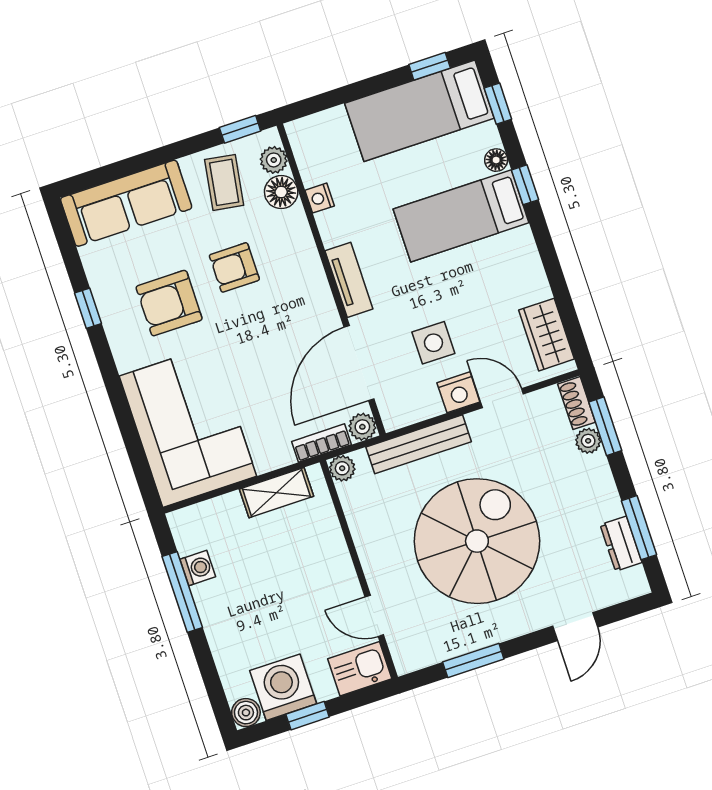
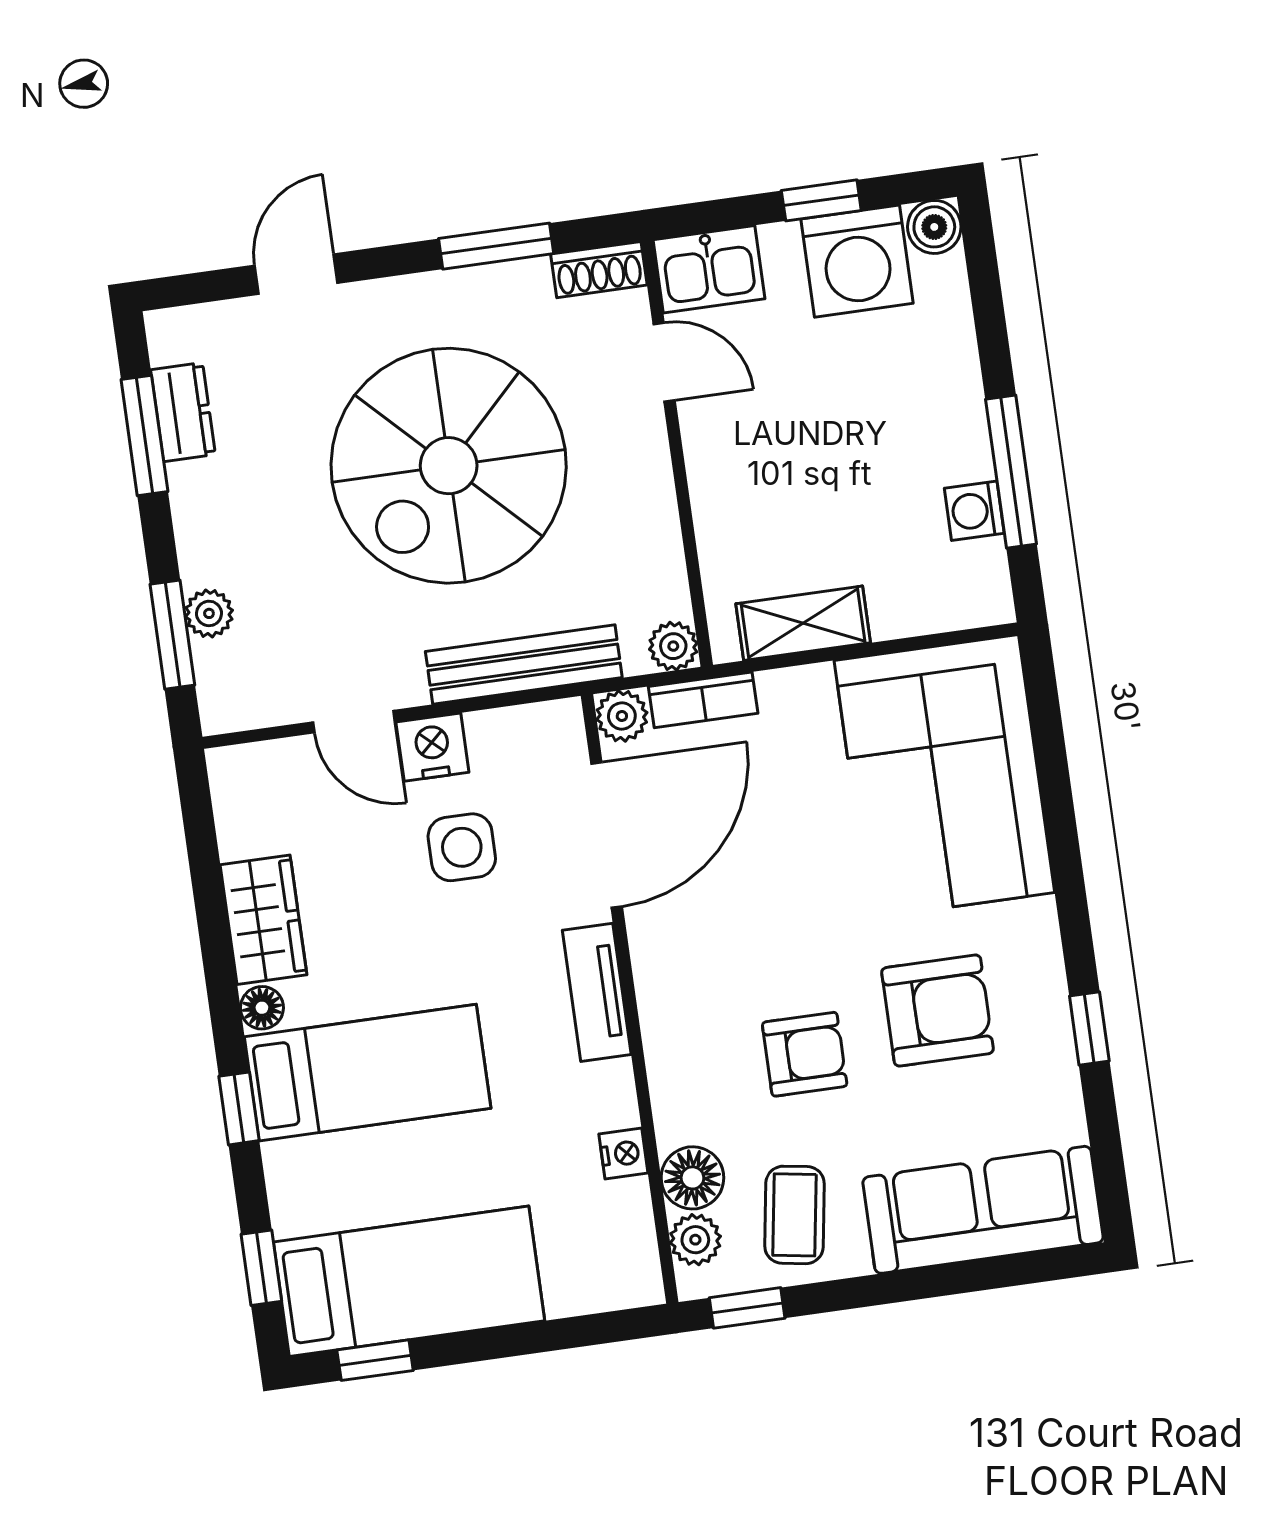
floor lamp: (496, 160) -> (262, 1008), moved
wardrobe: (546, 335) -> (264, 920), moved
shoe rack: (577, 403) -> (599, 270), moved, turned 90

